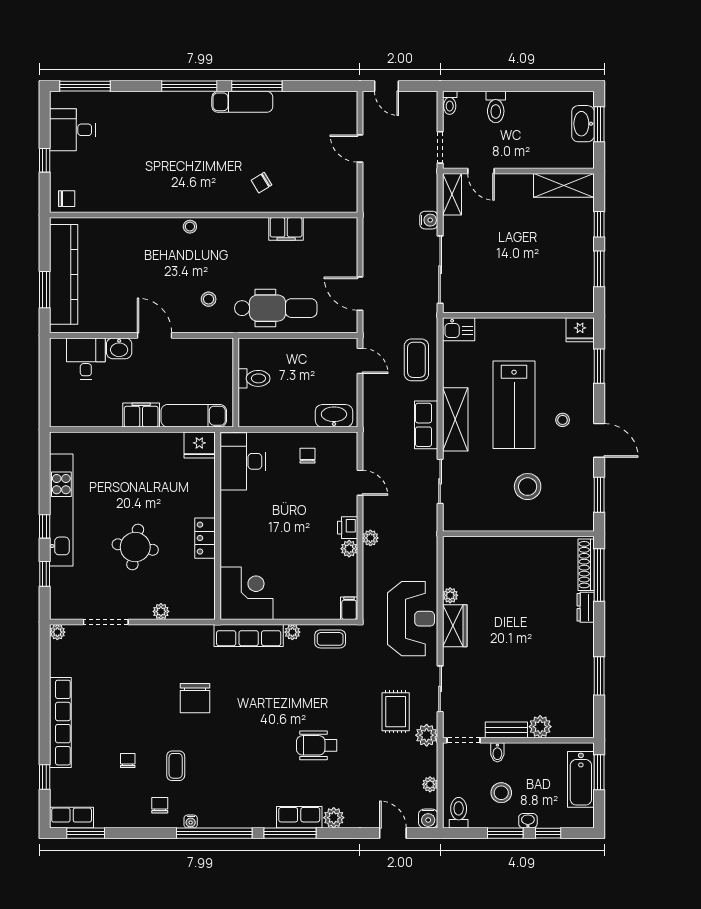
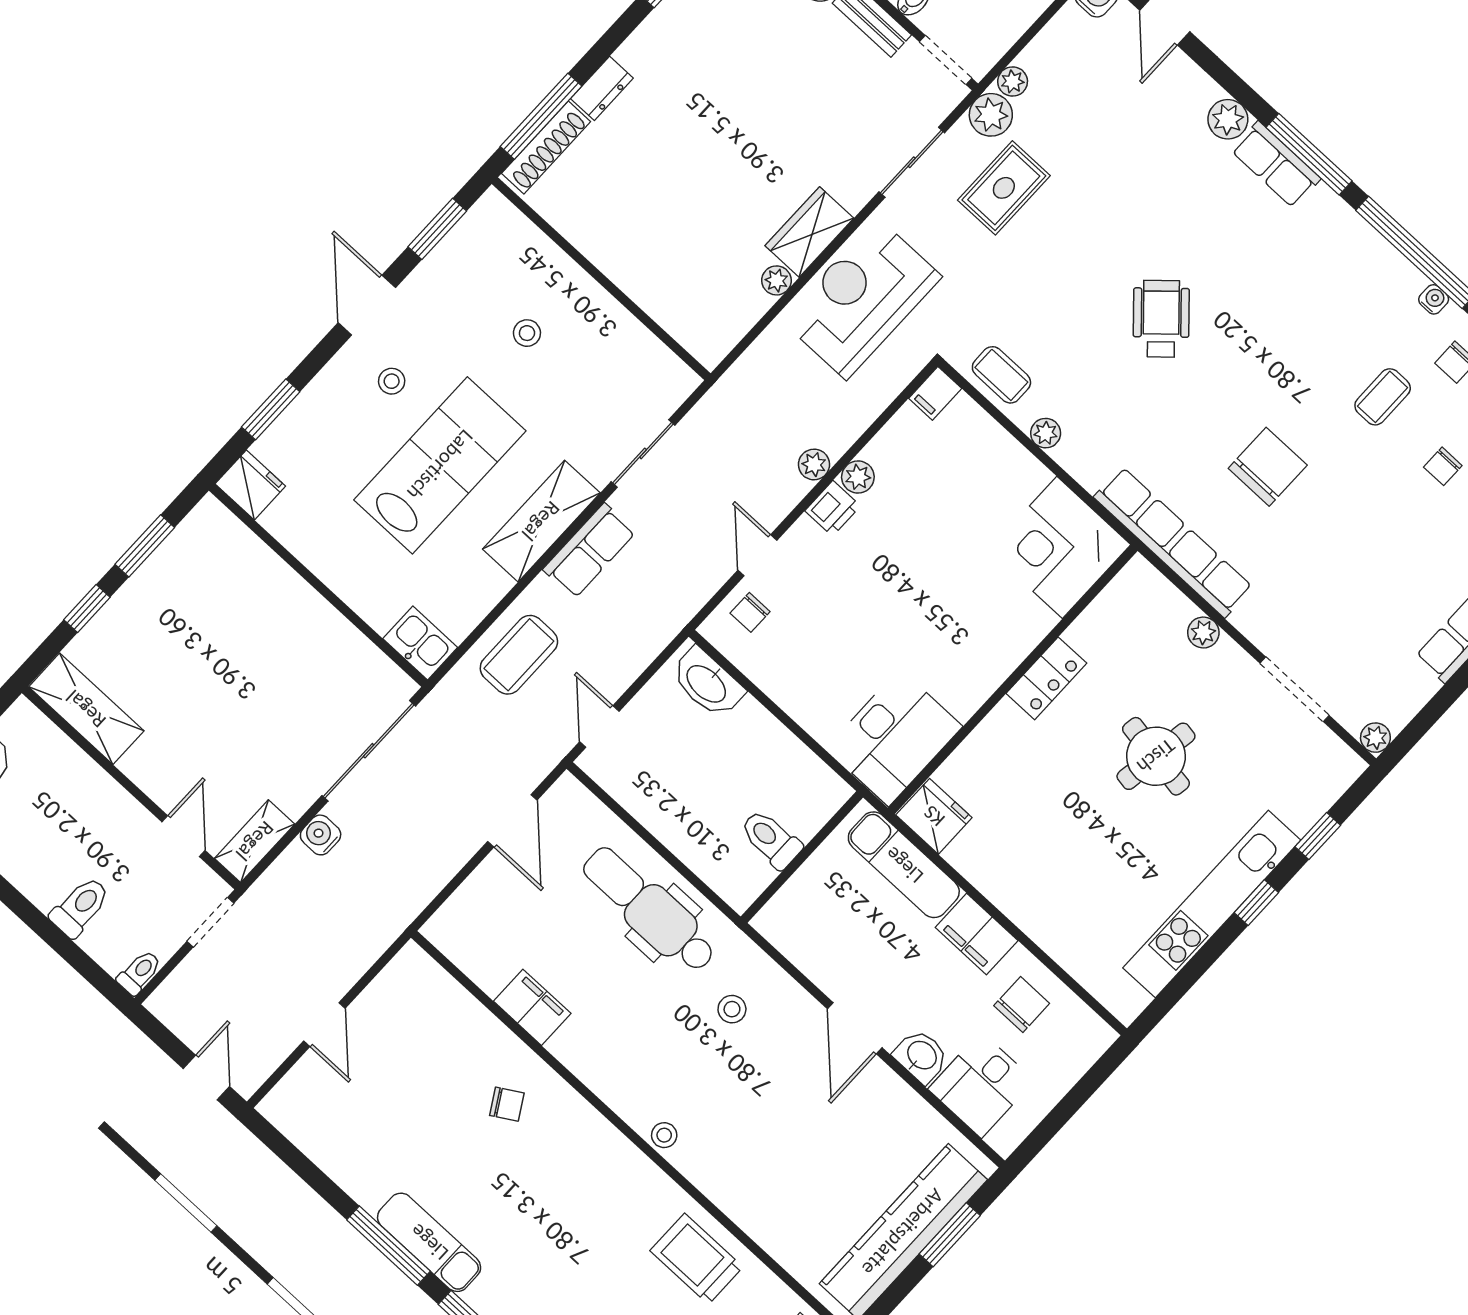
trolley: (134, 190) -> (697, 1259), added
chair: (99, 404) -> (1022, 1004), added
chair: (307, 456) -> (750, 612), moved
stool: (528, 487) -> (527, 333), width x0.53, depth x0.53
row of seats: (249, 636) -> (1173, 542), moved, width x1.36
wheelchair: (317, 745) -> (1161, 319), moved, turned -132
plant: (430, 784) -> (1013, 82), moved

